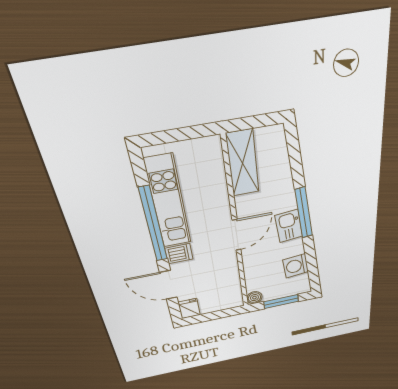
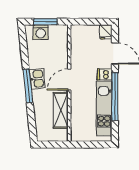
shelving: (243, 163) -> (61, 110), moved
washing machine: (296, 266) -> (41, 32), moved, turned 96
boiler: (254, 298) -> (63, 30), removed

